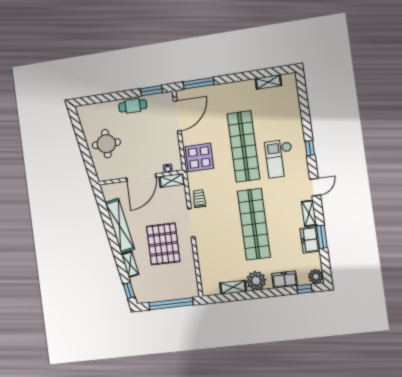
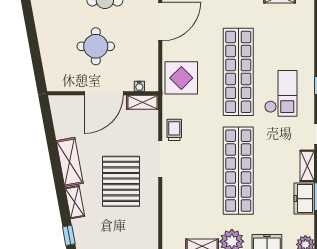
round table: (106, 144) -> (96, 46), moved
checkout: (280, 159) -> (281, 93), turned 180
shelving: (120, 226) -> (70, 162), width x0.68

